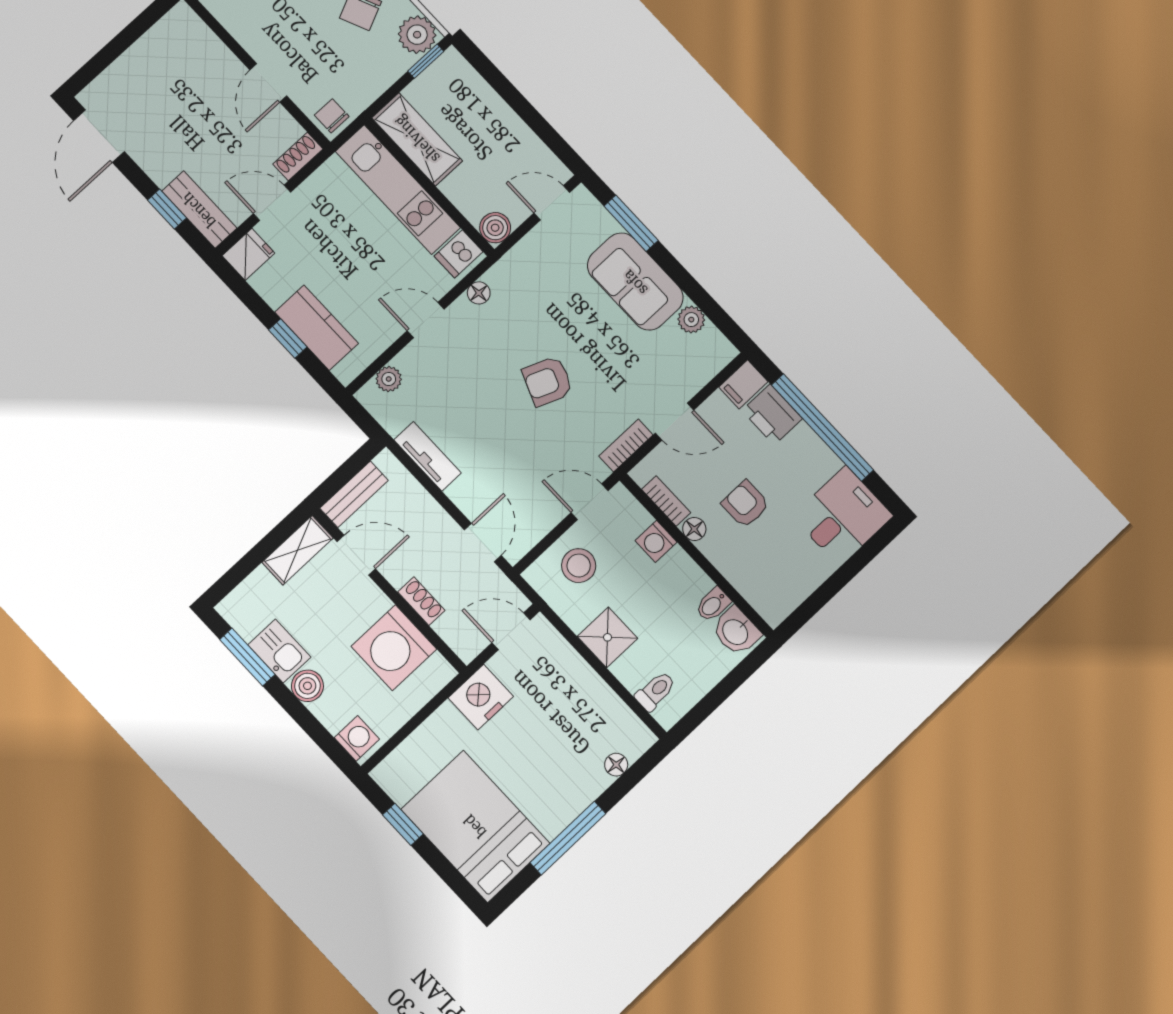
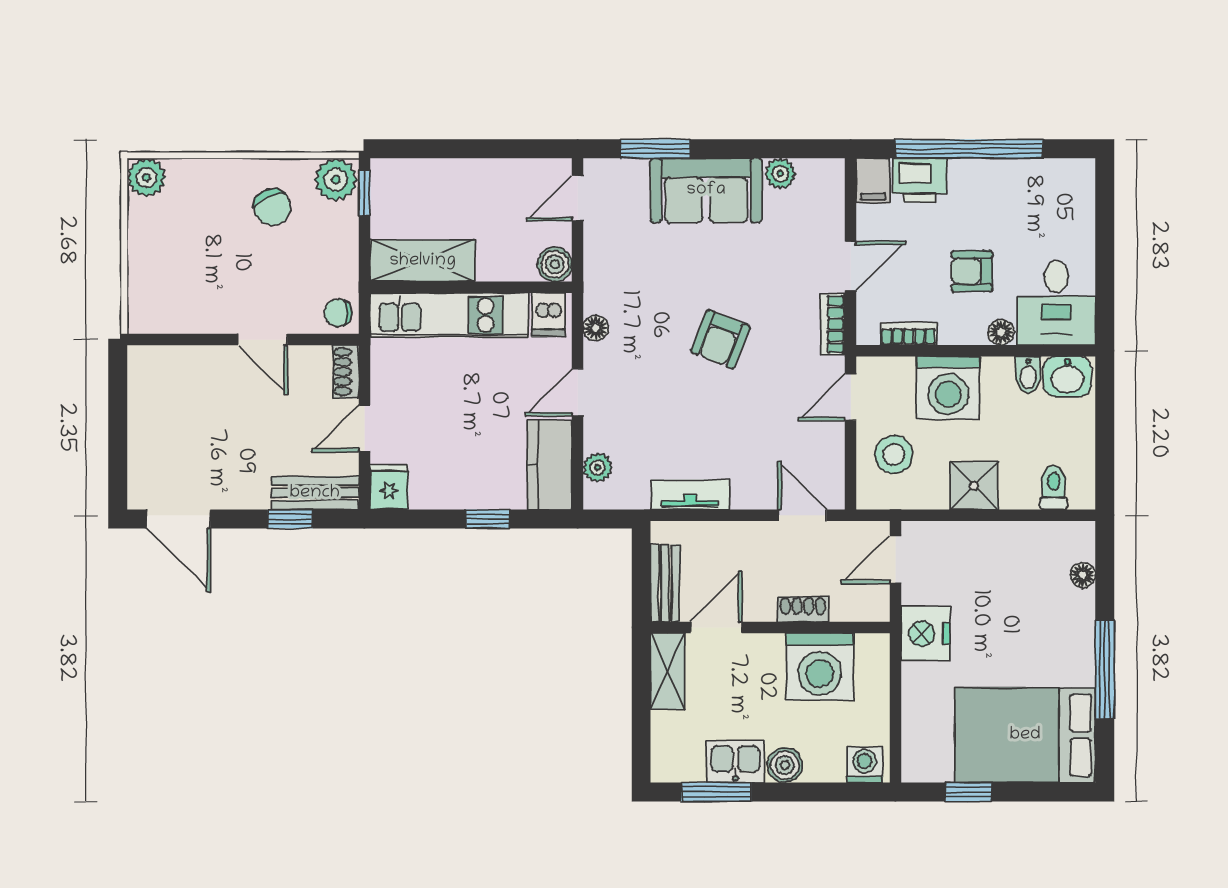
kitchen counter: (317, 328) -> (550, 465), moved, turned -90
desk: (843, 516) -> (1056, 303), moved, turned 180
floor lamp: (694, 529) -> (1001, 332), moved
washing machine: (656, 541) -> (948, 388), width x1.89, depth x1.89

